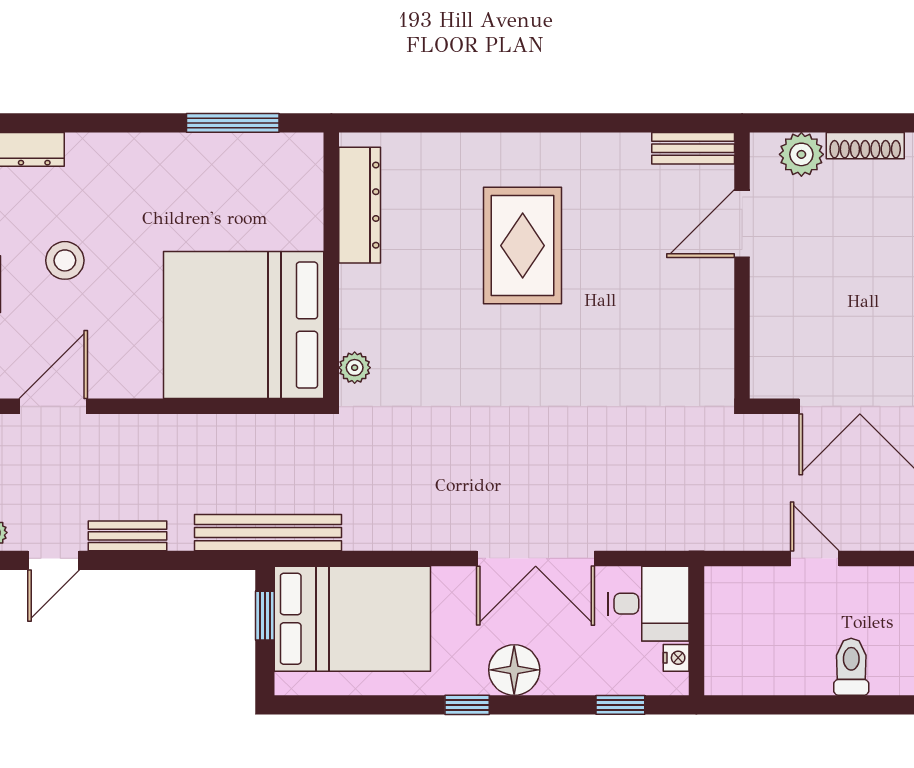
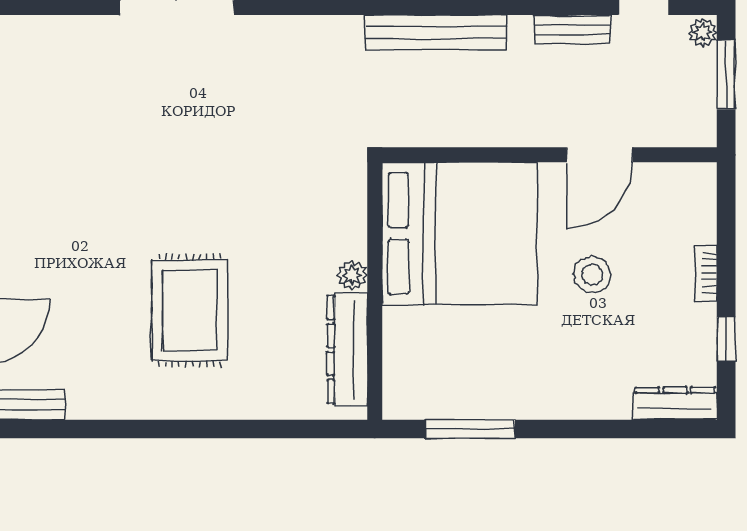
stool: (65, 260) -> (592, 275), moved
plant: (355, 368) -> (352, 275), moved
door: (53, 406) -> (600, 155), moved

